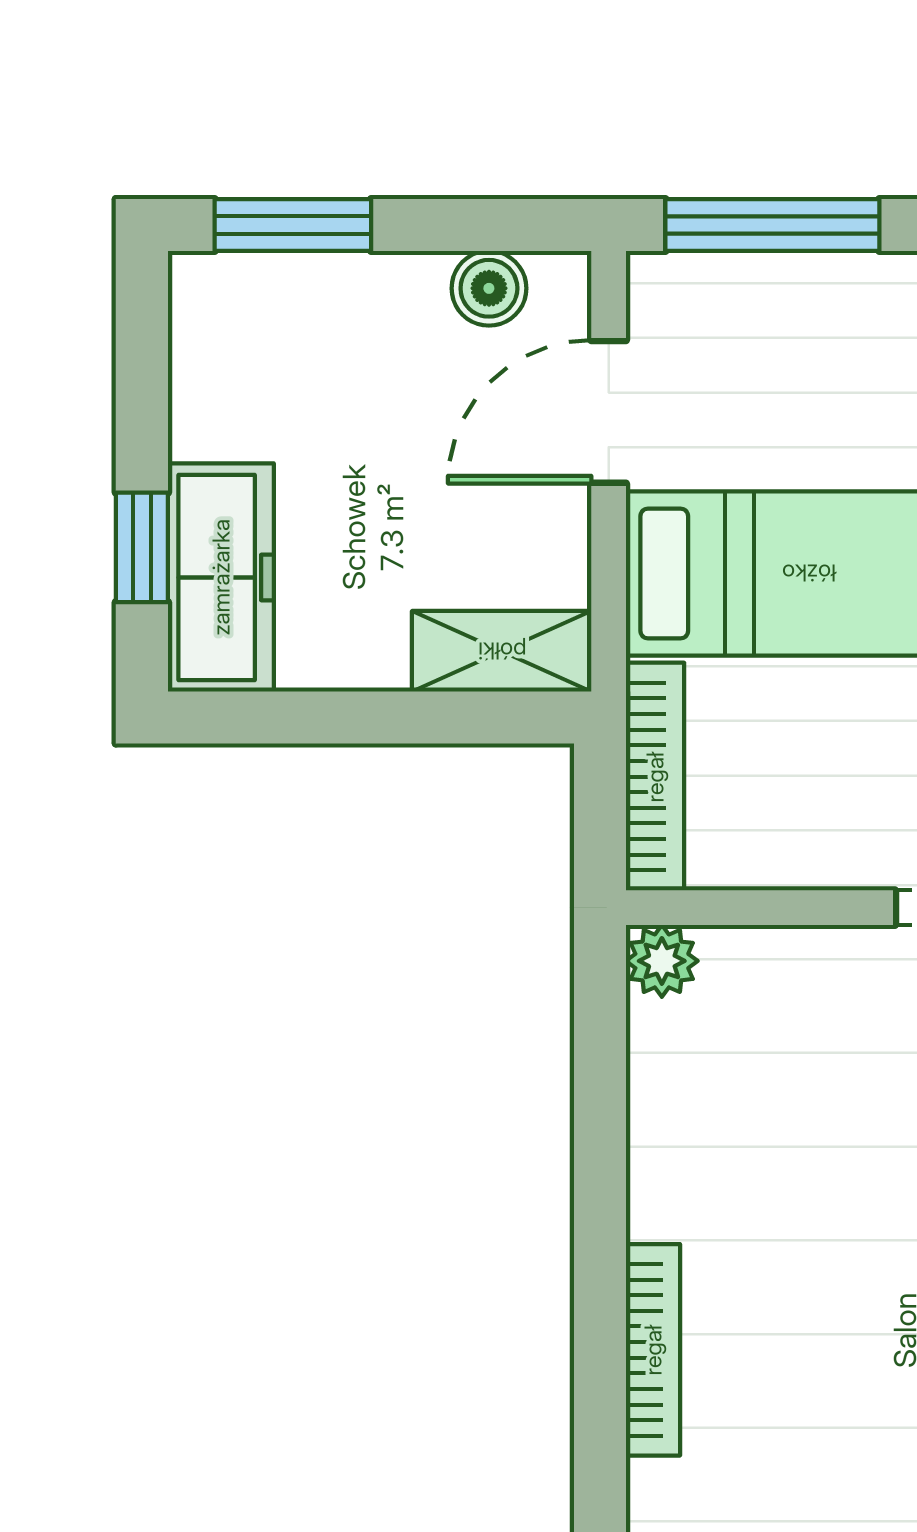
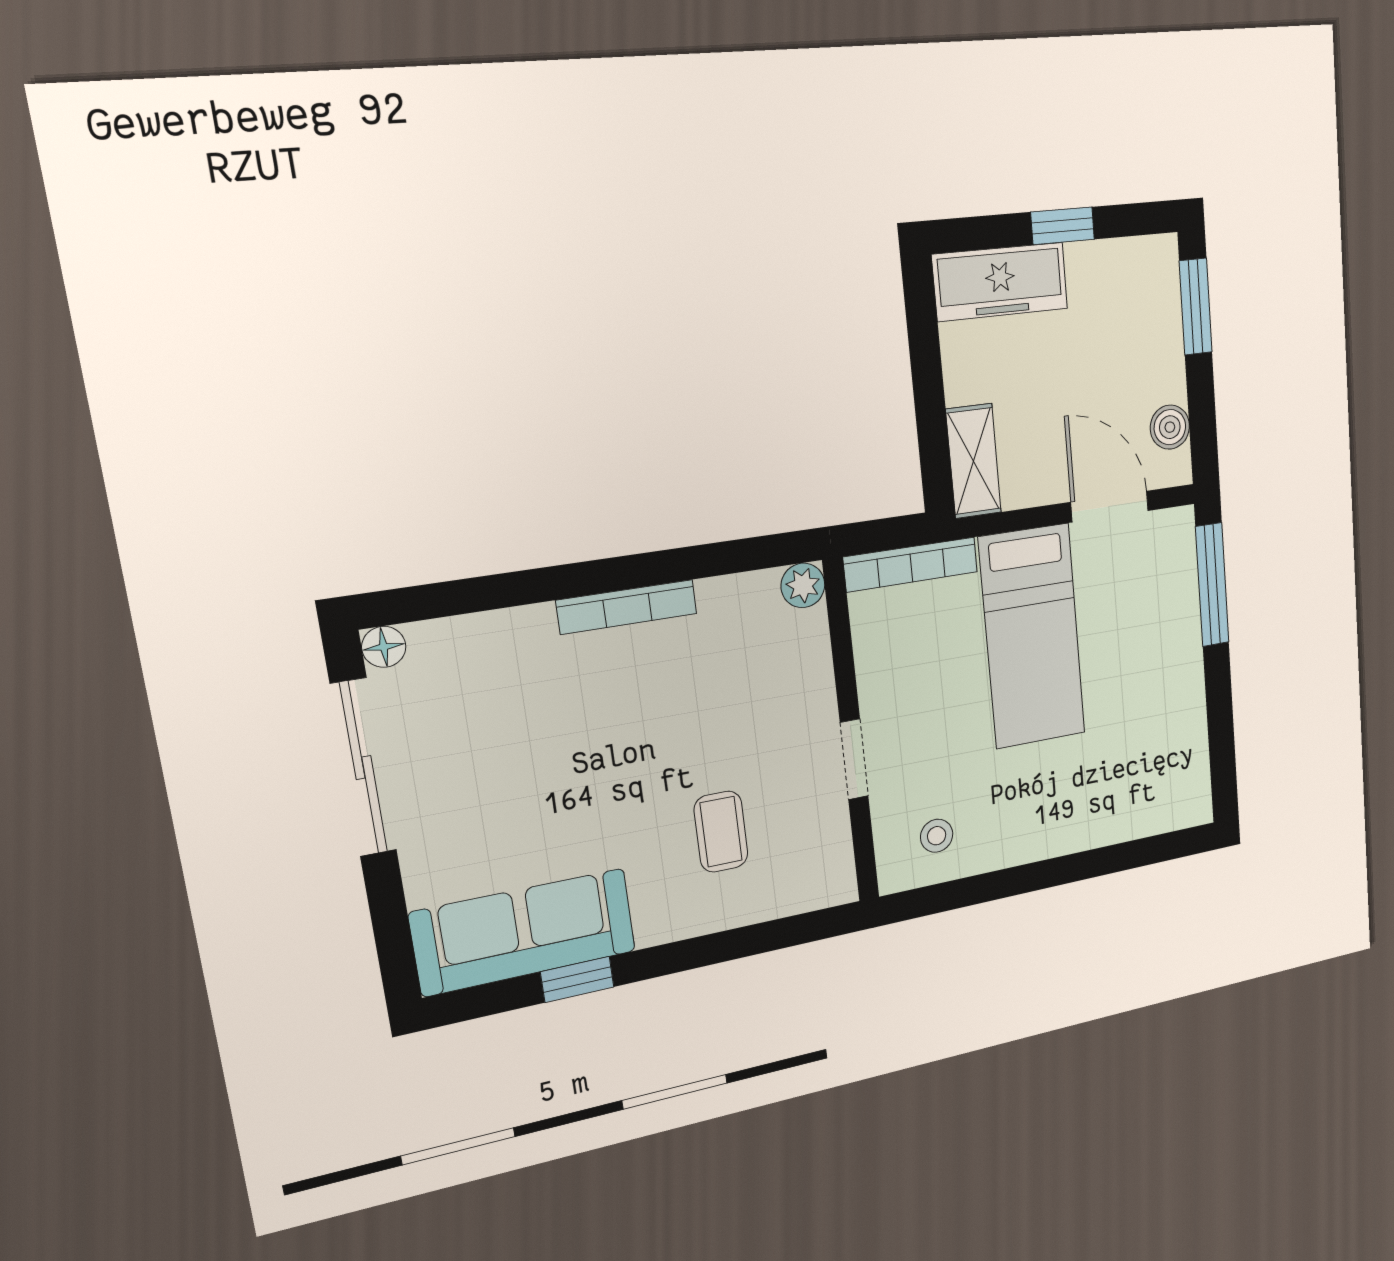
window: (142, 547) -> (1063, 226), moved
bookcase: (653, 1350) -> (627, 607), moved

